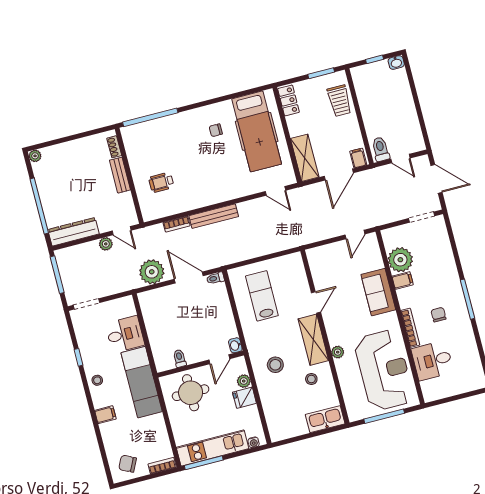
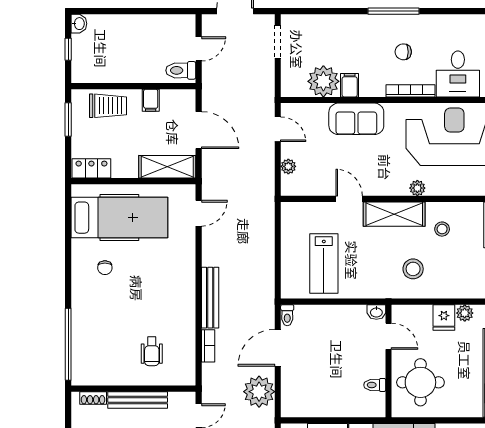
filing cabinet: (358, 158) -> (151, 100), moved, turned -90
bench: (120, 175) -> (138, 400), width x1.36
plant: (329, 250) -> (288, 166), added
lab bench: (262, 296) -> (324, 264), turned -90
plant: (244, 381) -> (465, 313), moved

